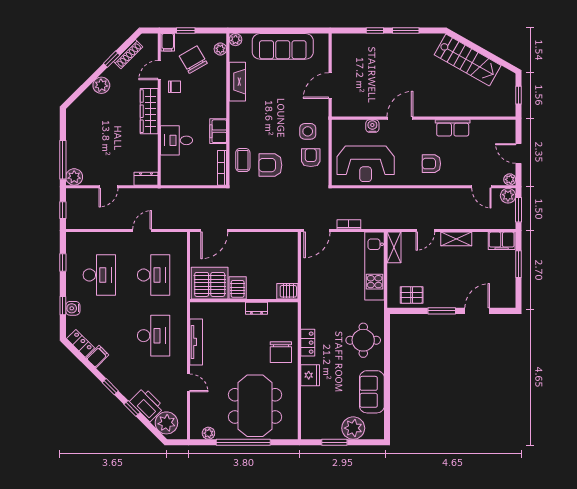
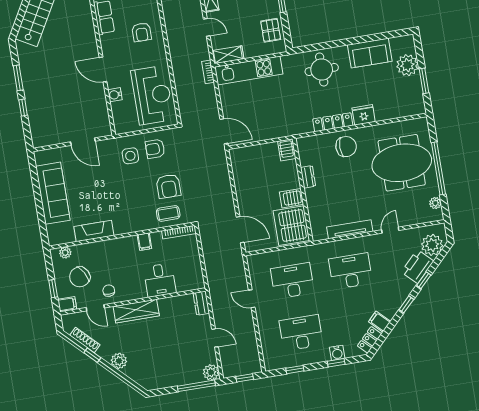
plant: (236, 40) -> (54, 240), removed
filing cabinet: (218, 131) -> (144, 242), width x0.50
bookcase: (349, 224) -> (208, 72), moved
locker: (308, 343) -> (333, 122), width x1.53

